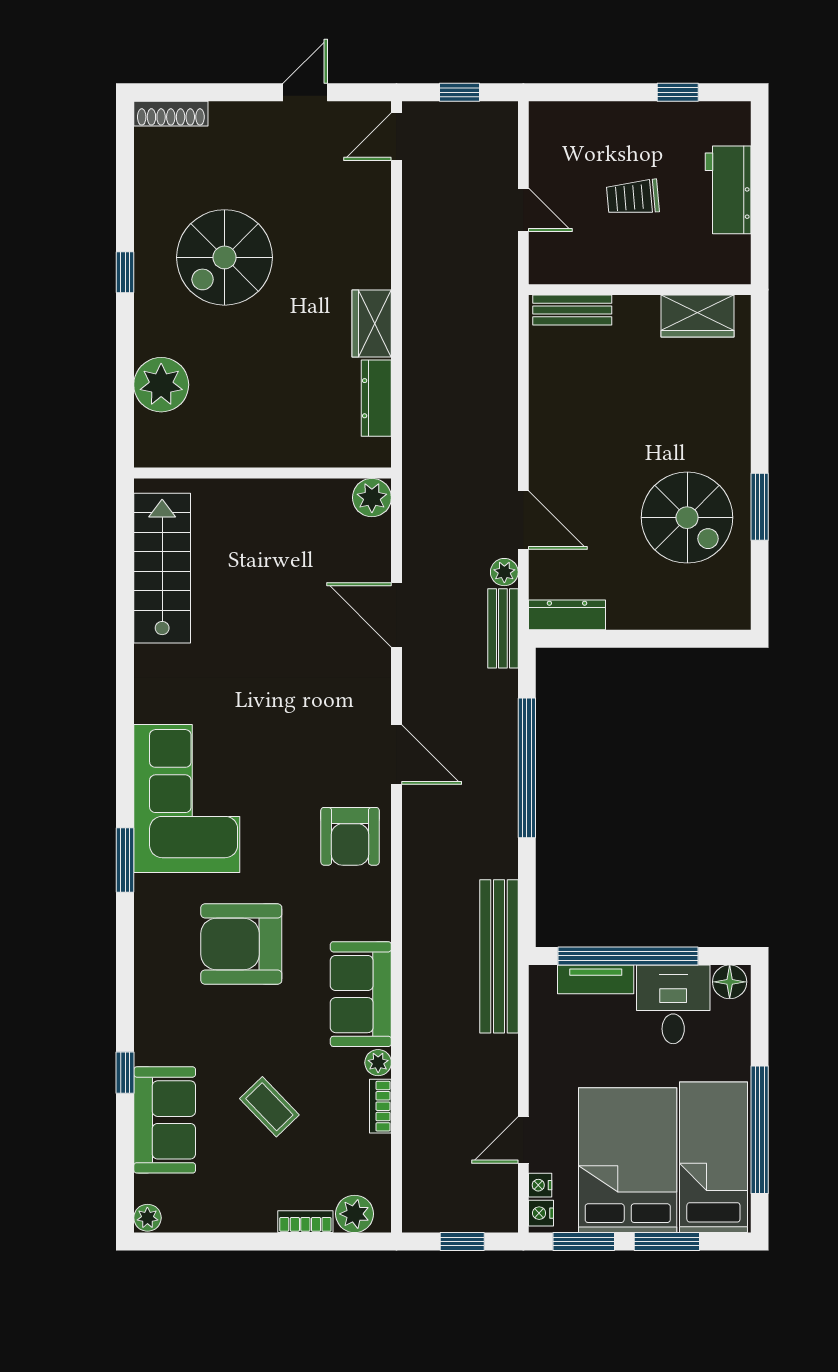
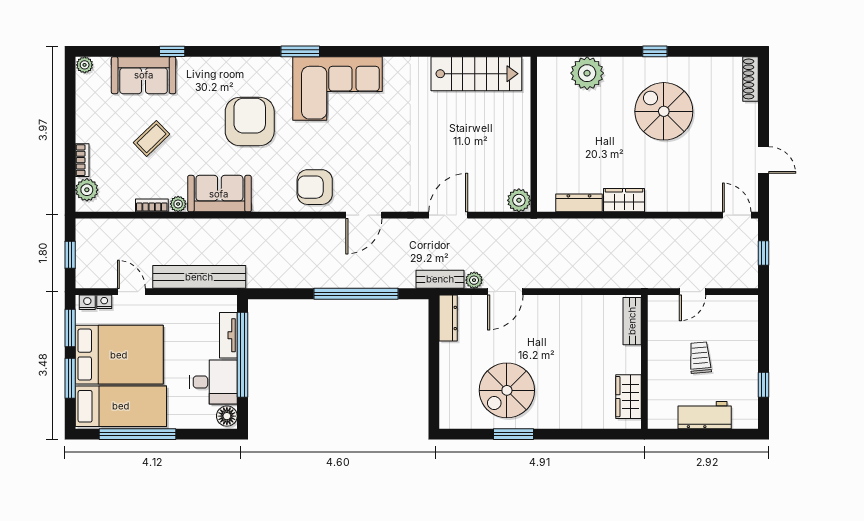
bench: (499, 956) -> (199, 277), moved

